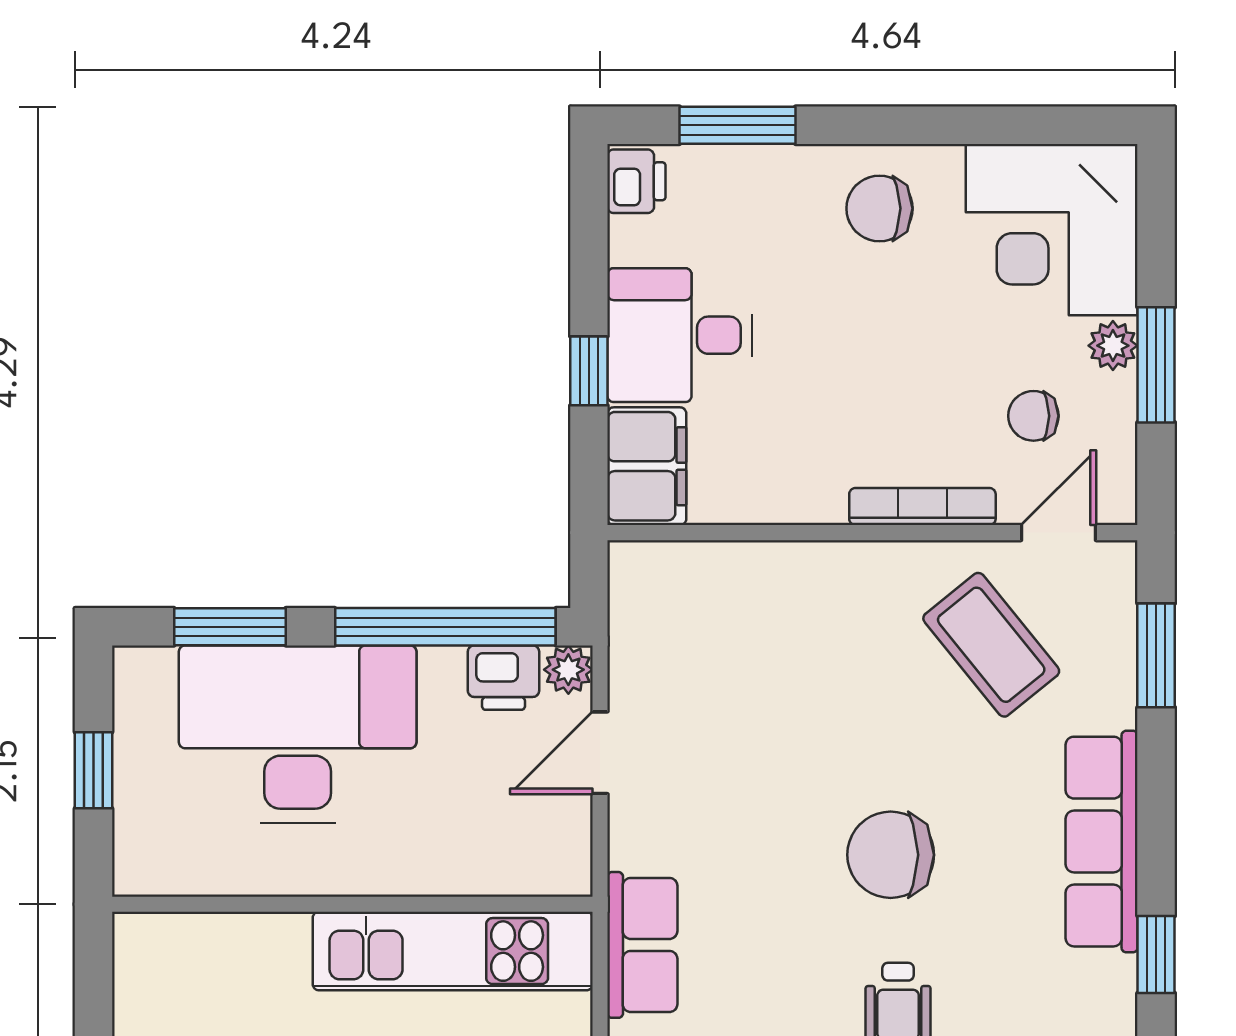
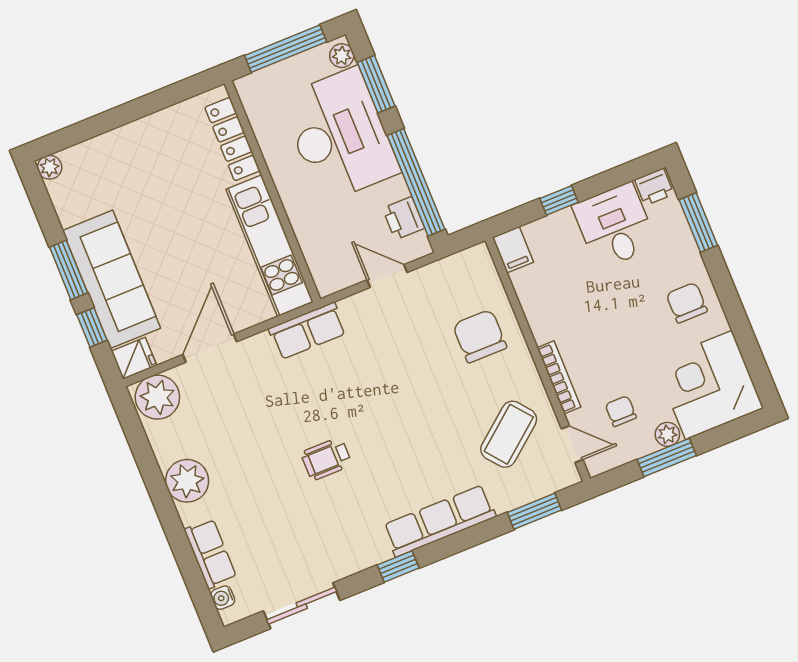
desk: (680, 335) -> (615, 226), moved
filing cabinet: (647, 466) -> (513, 250), width x0.50
plant: (568, 670) -> (342, 56), moved
window: (94, 770) -> (286, 49), width x2.17
chair: (891, 855) -> (480, 336), moved
locker: (223, 940) -> (232, 139), added

